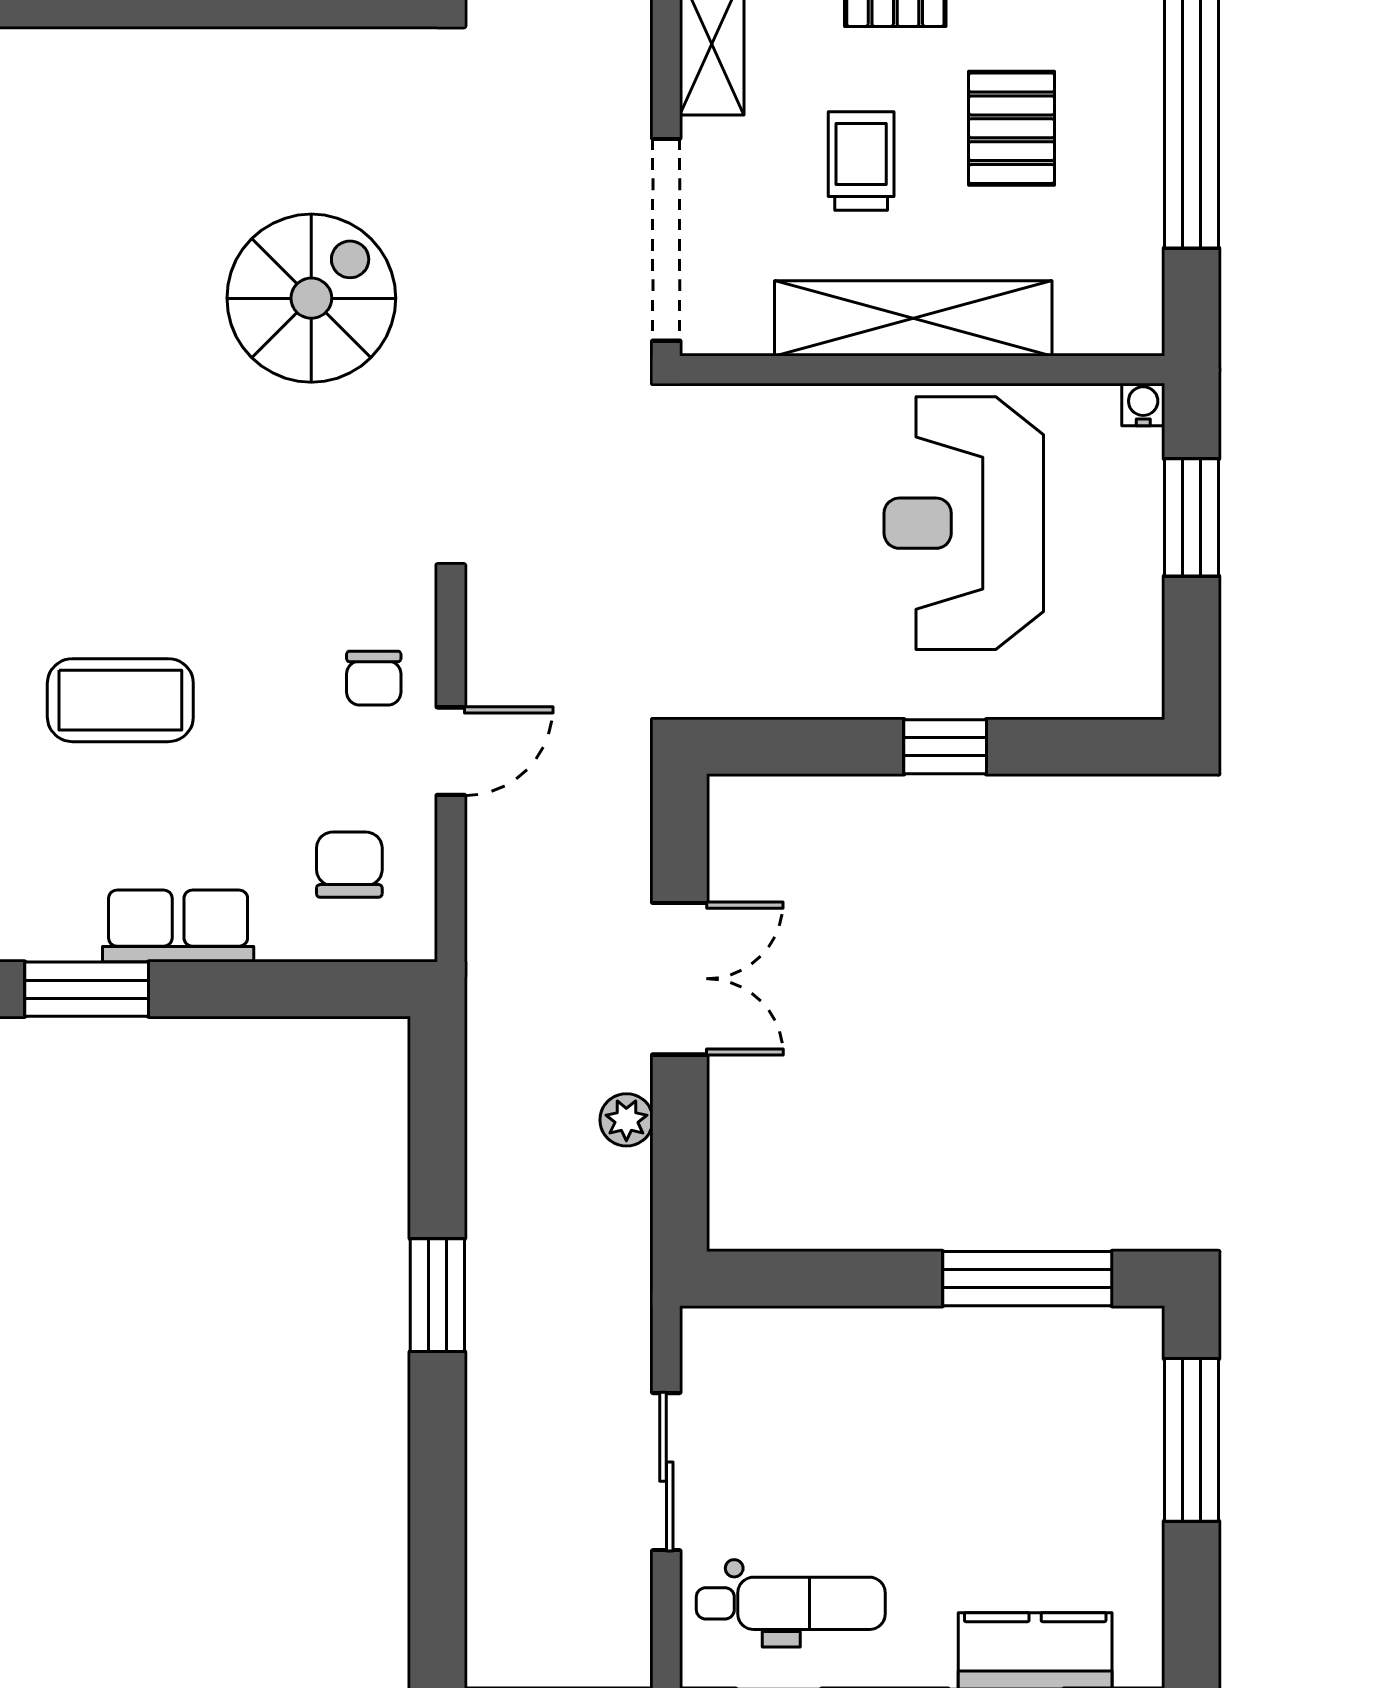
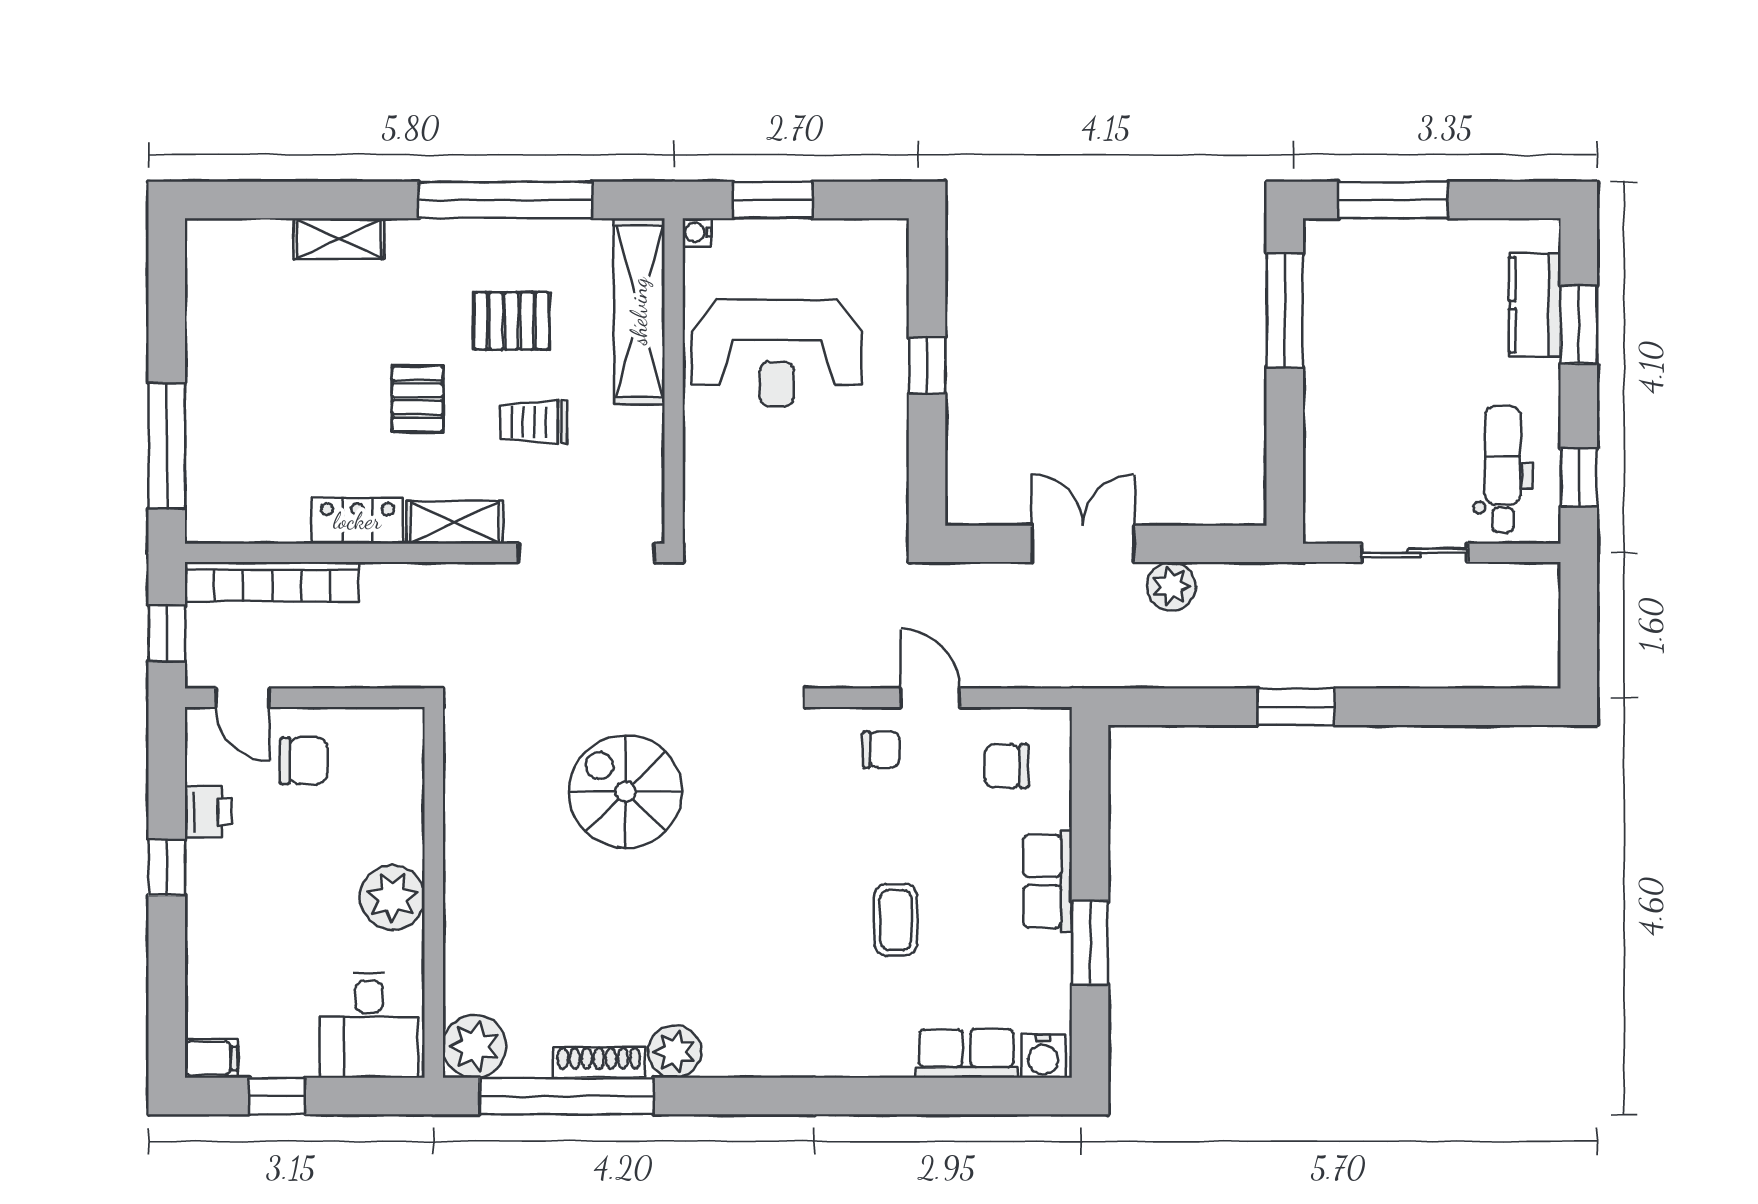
shelving: (913, 318) -> (639, 311), moved
coffee table: (120, 700) -> (896, 920), width x0.73, depth x0.77
plant: (626, 1120) -> (1171, 586), width x1.38, depth x1.38

